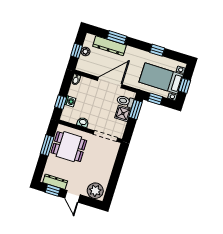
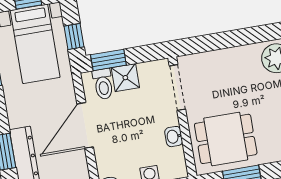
door: (110, 82) -> (85, 125), hinge flipped
dining table: (69, 147) -> (226, 139), turned 90

